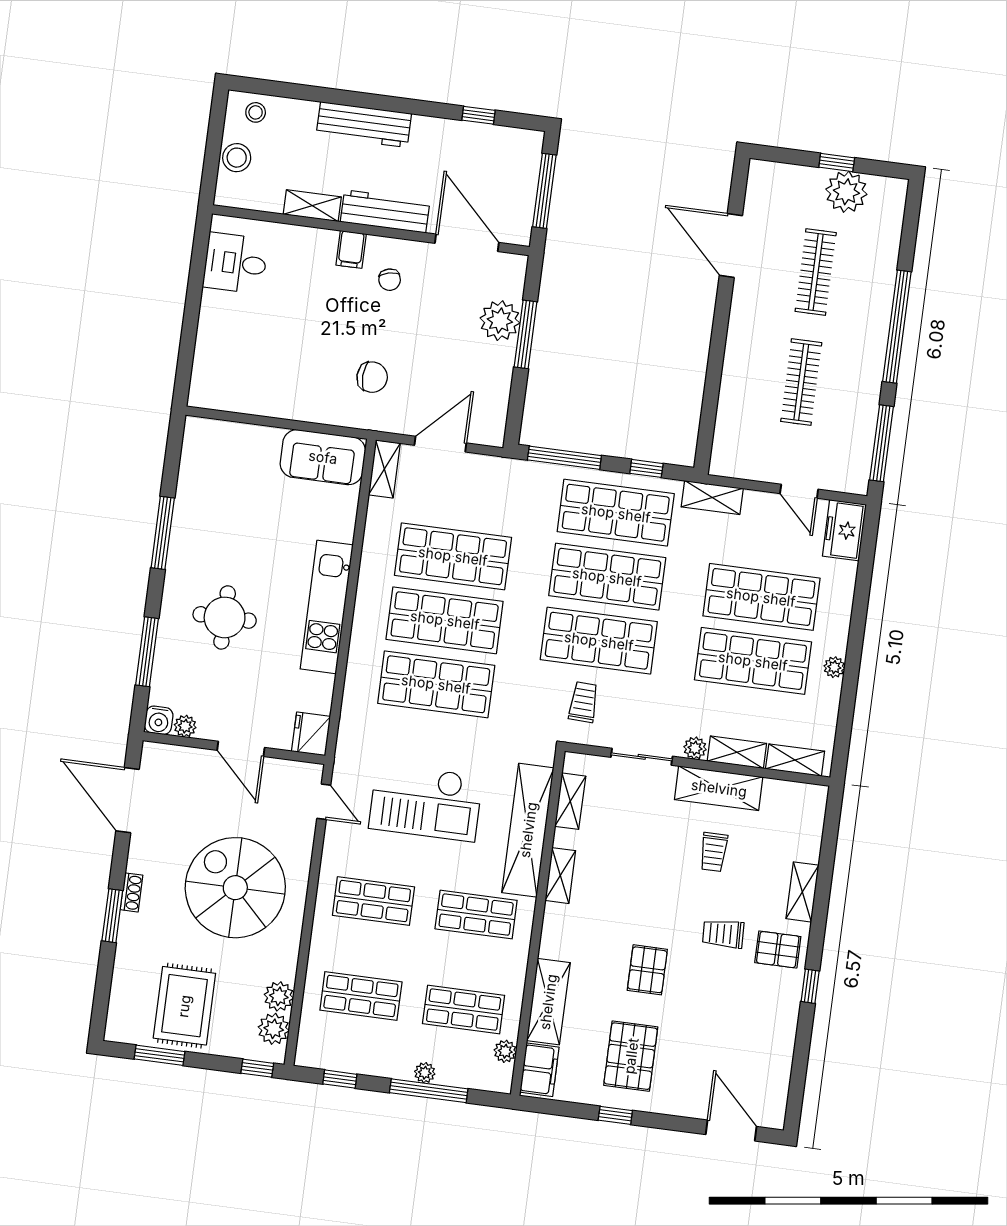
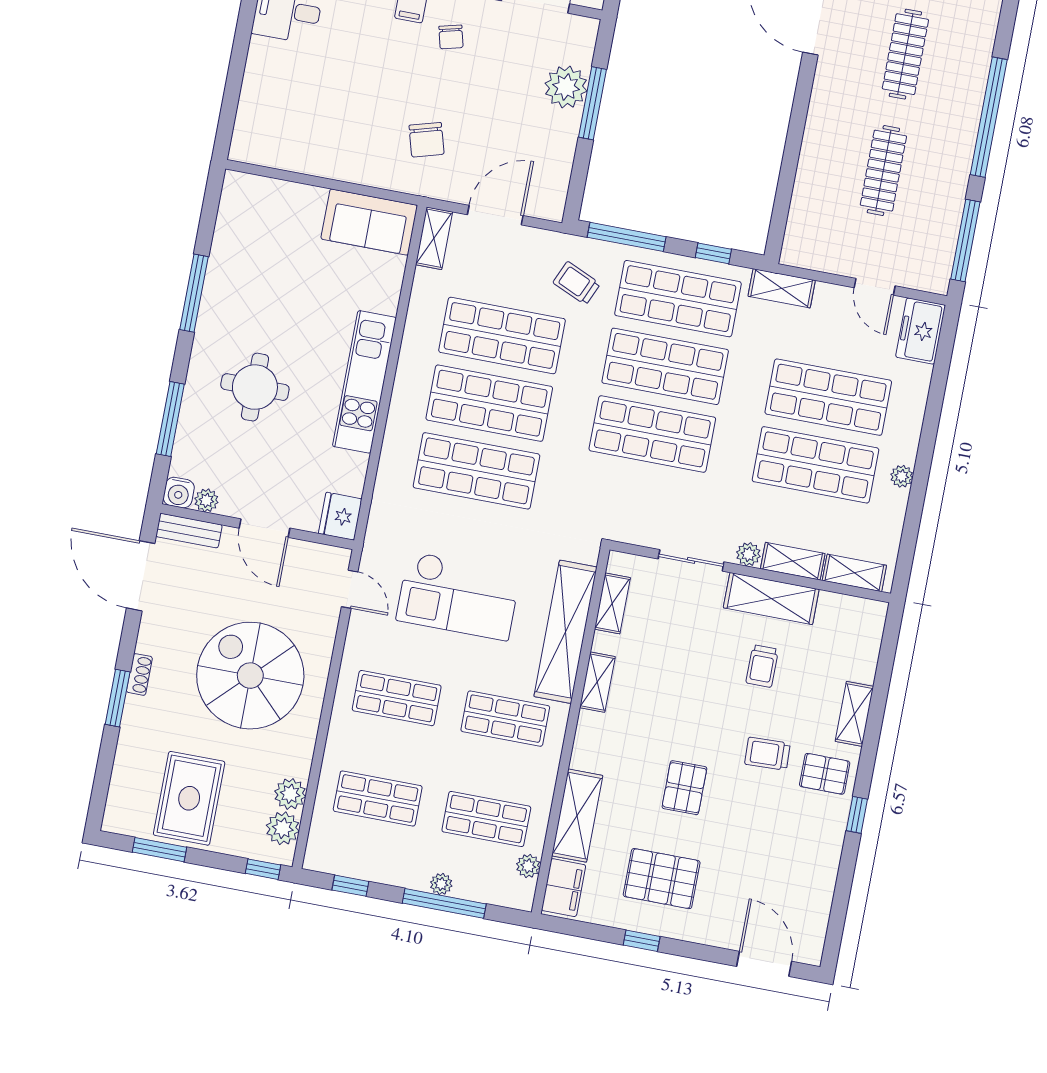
chair: (372, 377) -> (427, 140), turned 72
trolley: (583, 702) -> (577, 283), moved, turned -68
bench: (170, 755) -> (189, 531), added
pallet: (631, 1056) -> (662, 879), turned 90

